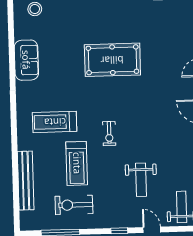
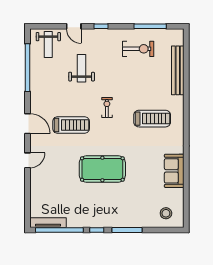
treadmill: (77, 163) -> (71, 125), moved, turned 90

